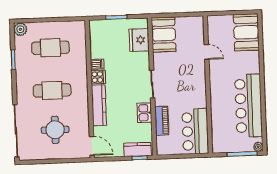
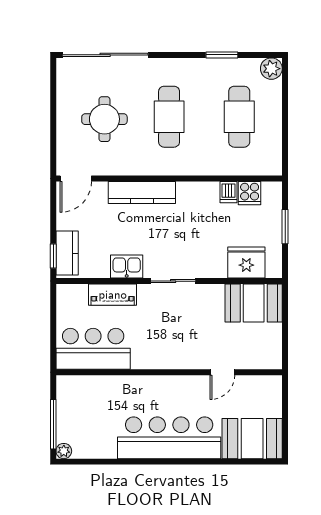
dishwasher: (97, 64) -> (229, 192), moved
cooker: (98, 77) -> (250, 193), moved
bar counter: (249, 106) -> (169, 438), moved

